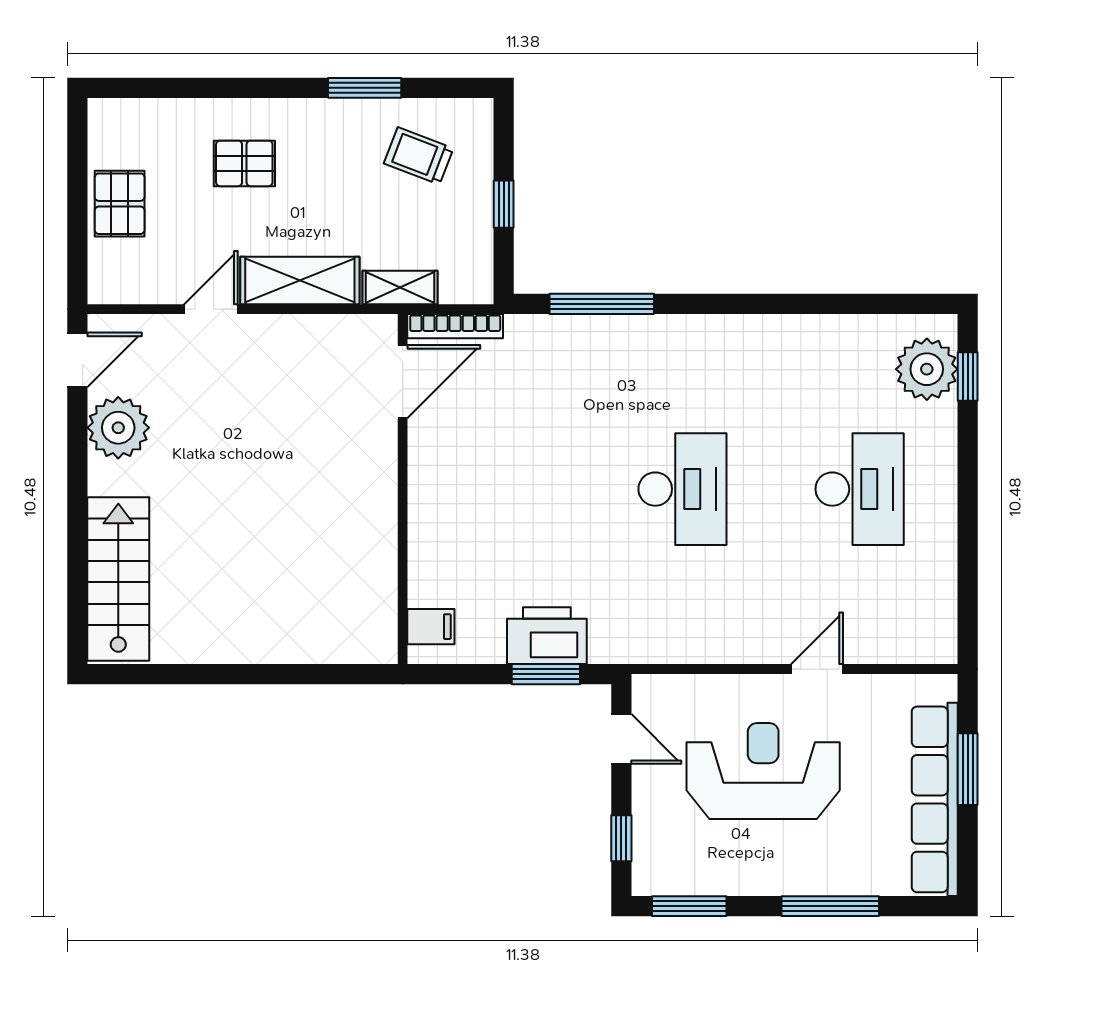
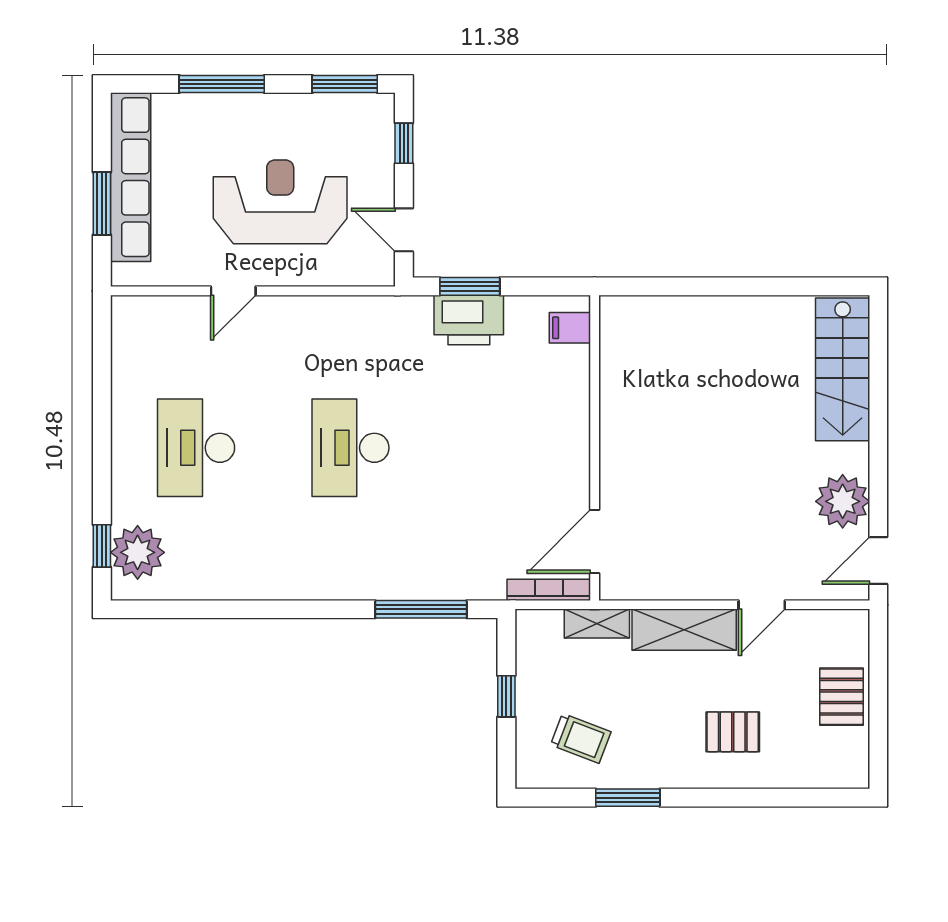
reception desk: (763, 771) -> (280, 202), turned 180

